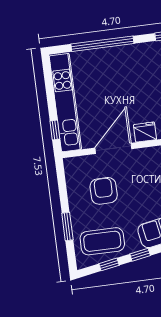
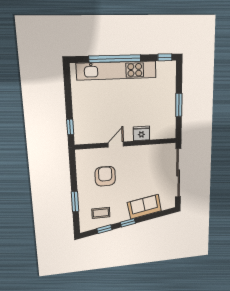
kitchen unit: (65, 103) -> (117, 70), moved, turned 90
door: (113, 148) -> (116, 144), width x0.53
coffee table: (102, 241) -> (101, 213), width x0.54, depth x0.58

